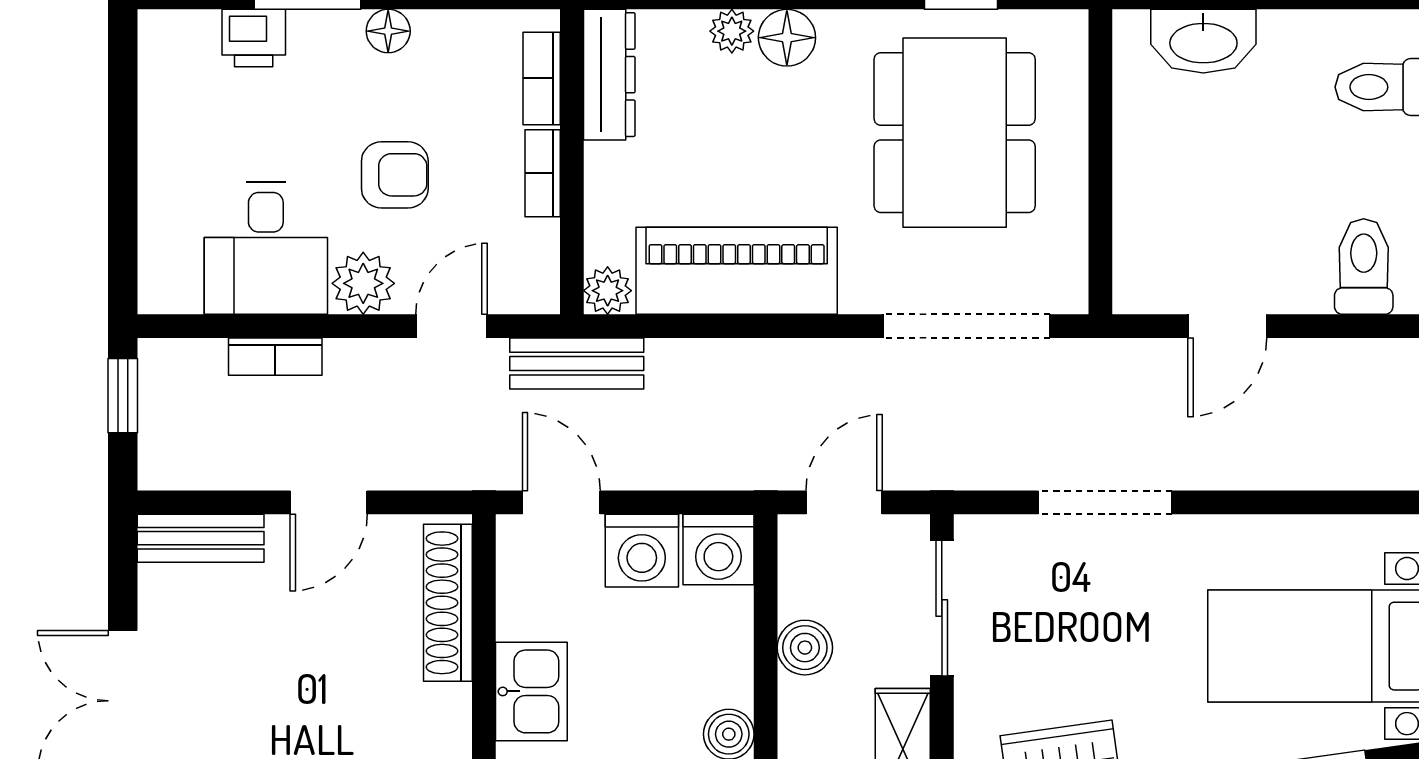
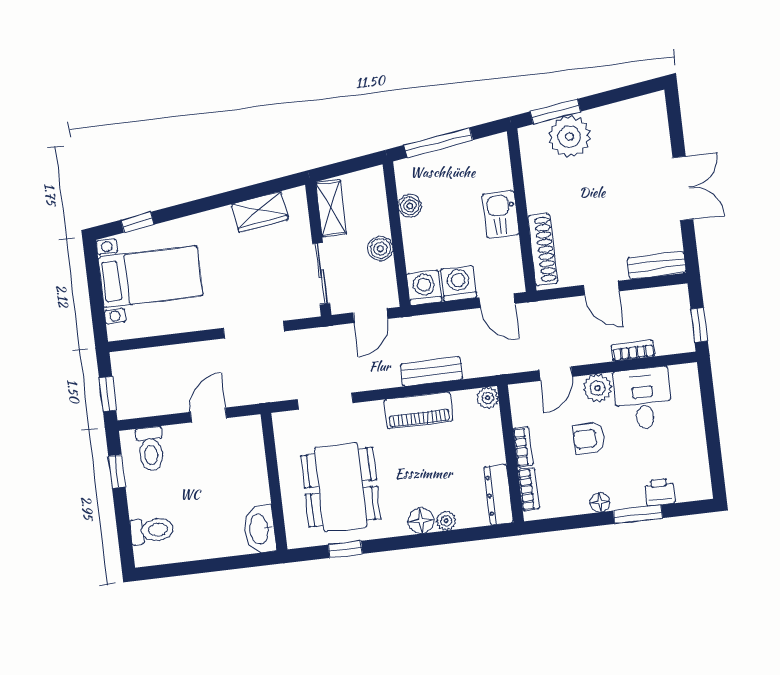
washbasin: (1203, 41) -> (260, 529), moved, turned -90
piano: (737, 271) -> (418, 410), width x0.73, depth x0.75
doorway: (967, 326) -> (325, 401), width x0.73
bench: (577, 364) -> (432, 371), moved
door: (329, 502) -> (601, 288), swing flipped

